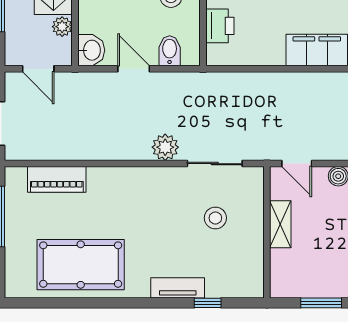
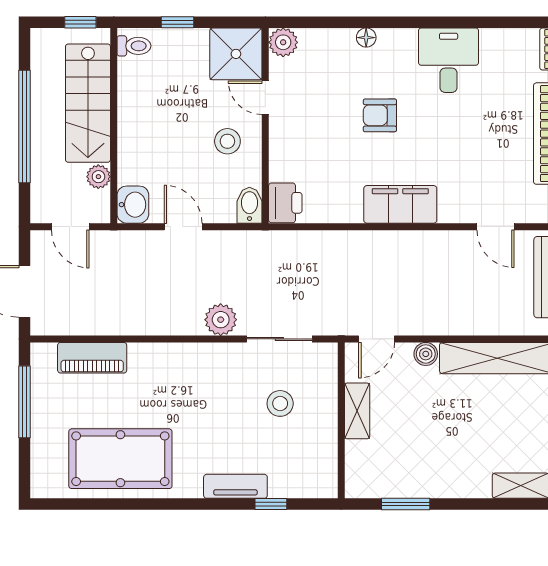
printer: (220, 26) -> (285, 203), moved
bidet: (170, 51) -> (249, 205), moved
door: (297, 164) -> (377, 339), hinge flipped

